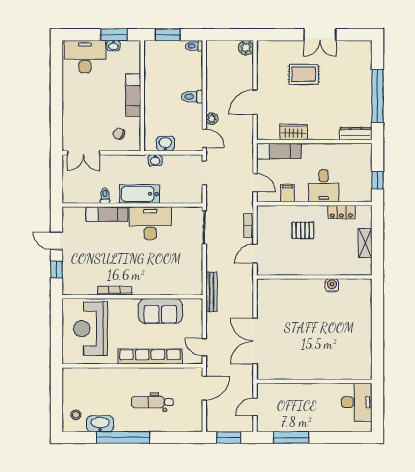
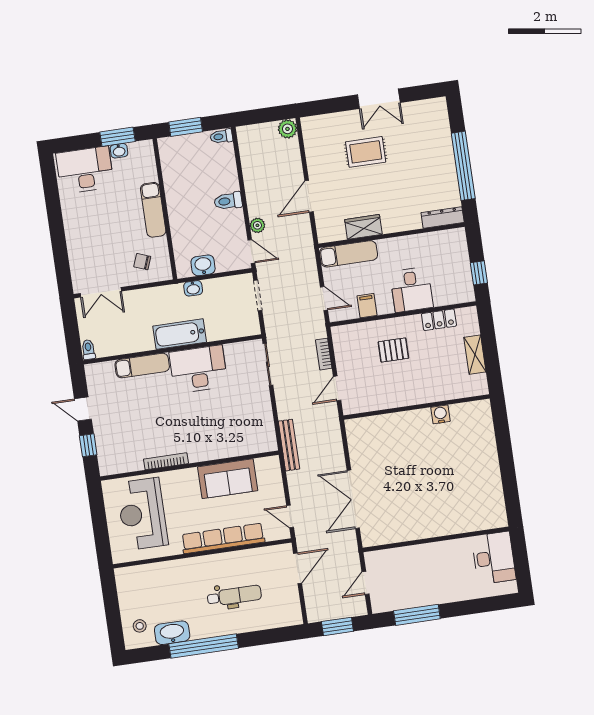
toilet: (105, 196) -> (88, 350), moved
dental chair: (152, 402) -> (234, 596), turned 180

